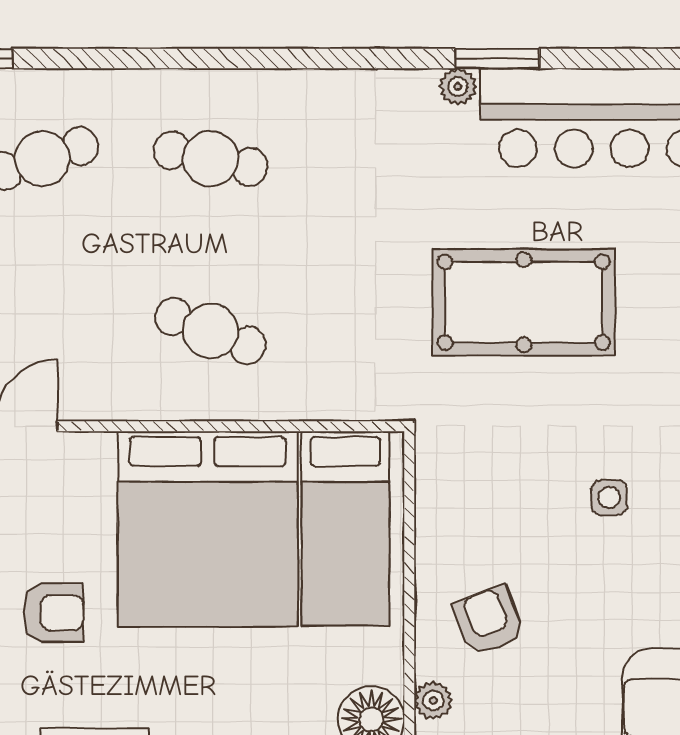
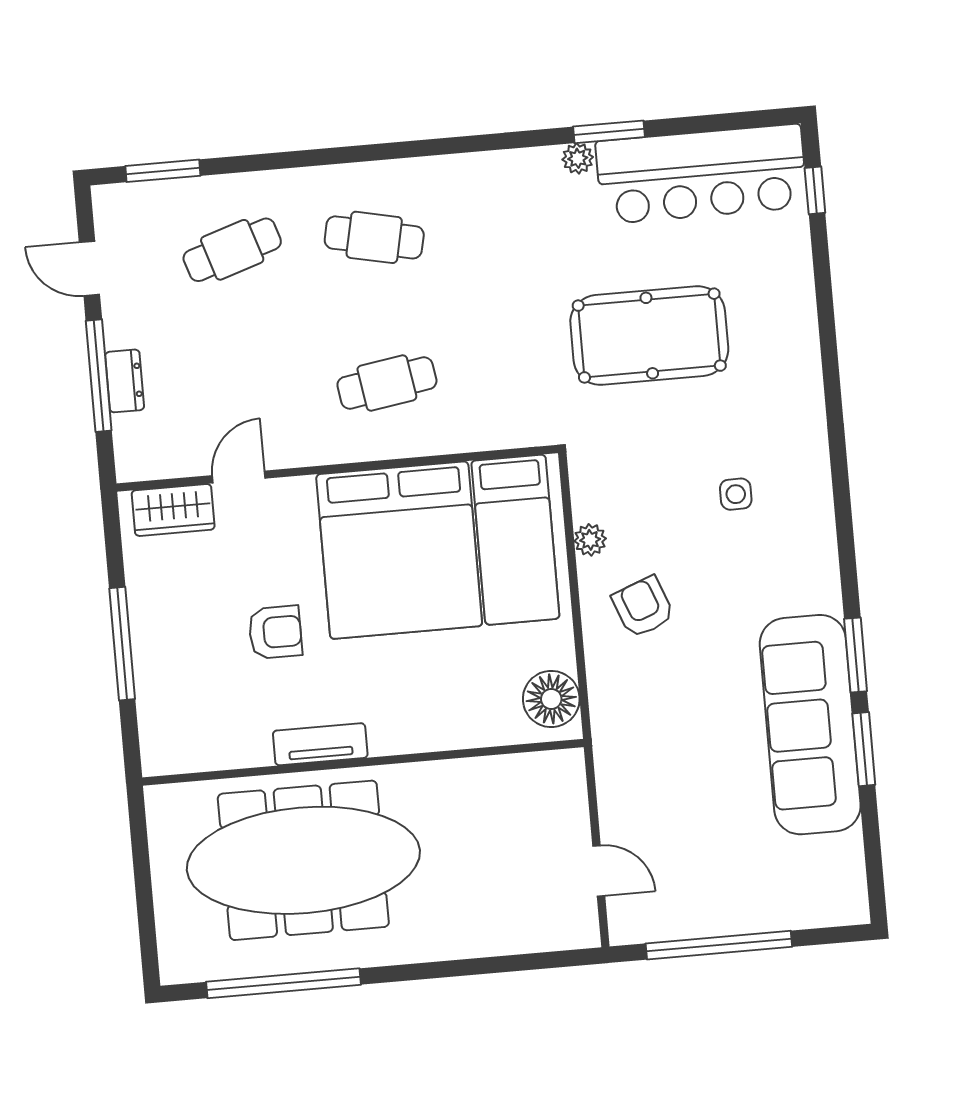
cafe table: (210, 331) -> (387, 383), turned -30
plant: (433, 700) -> (590, 540), moved

